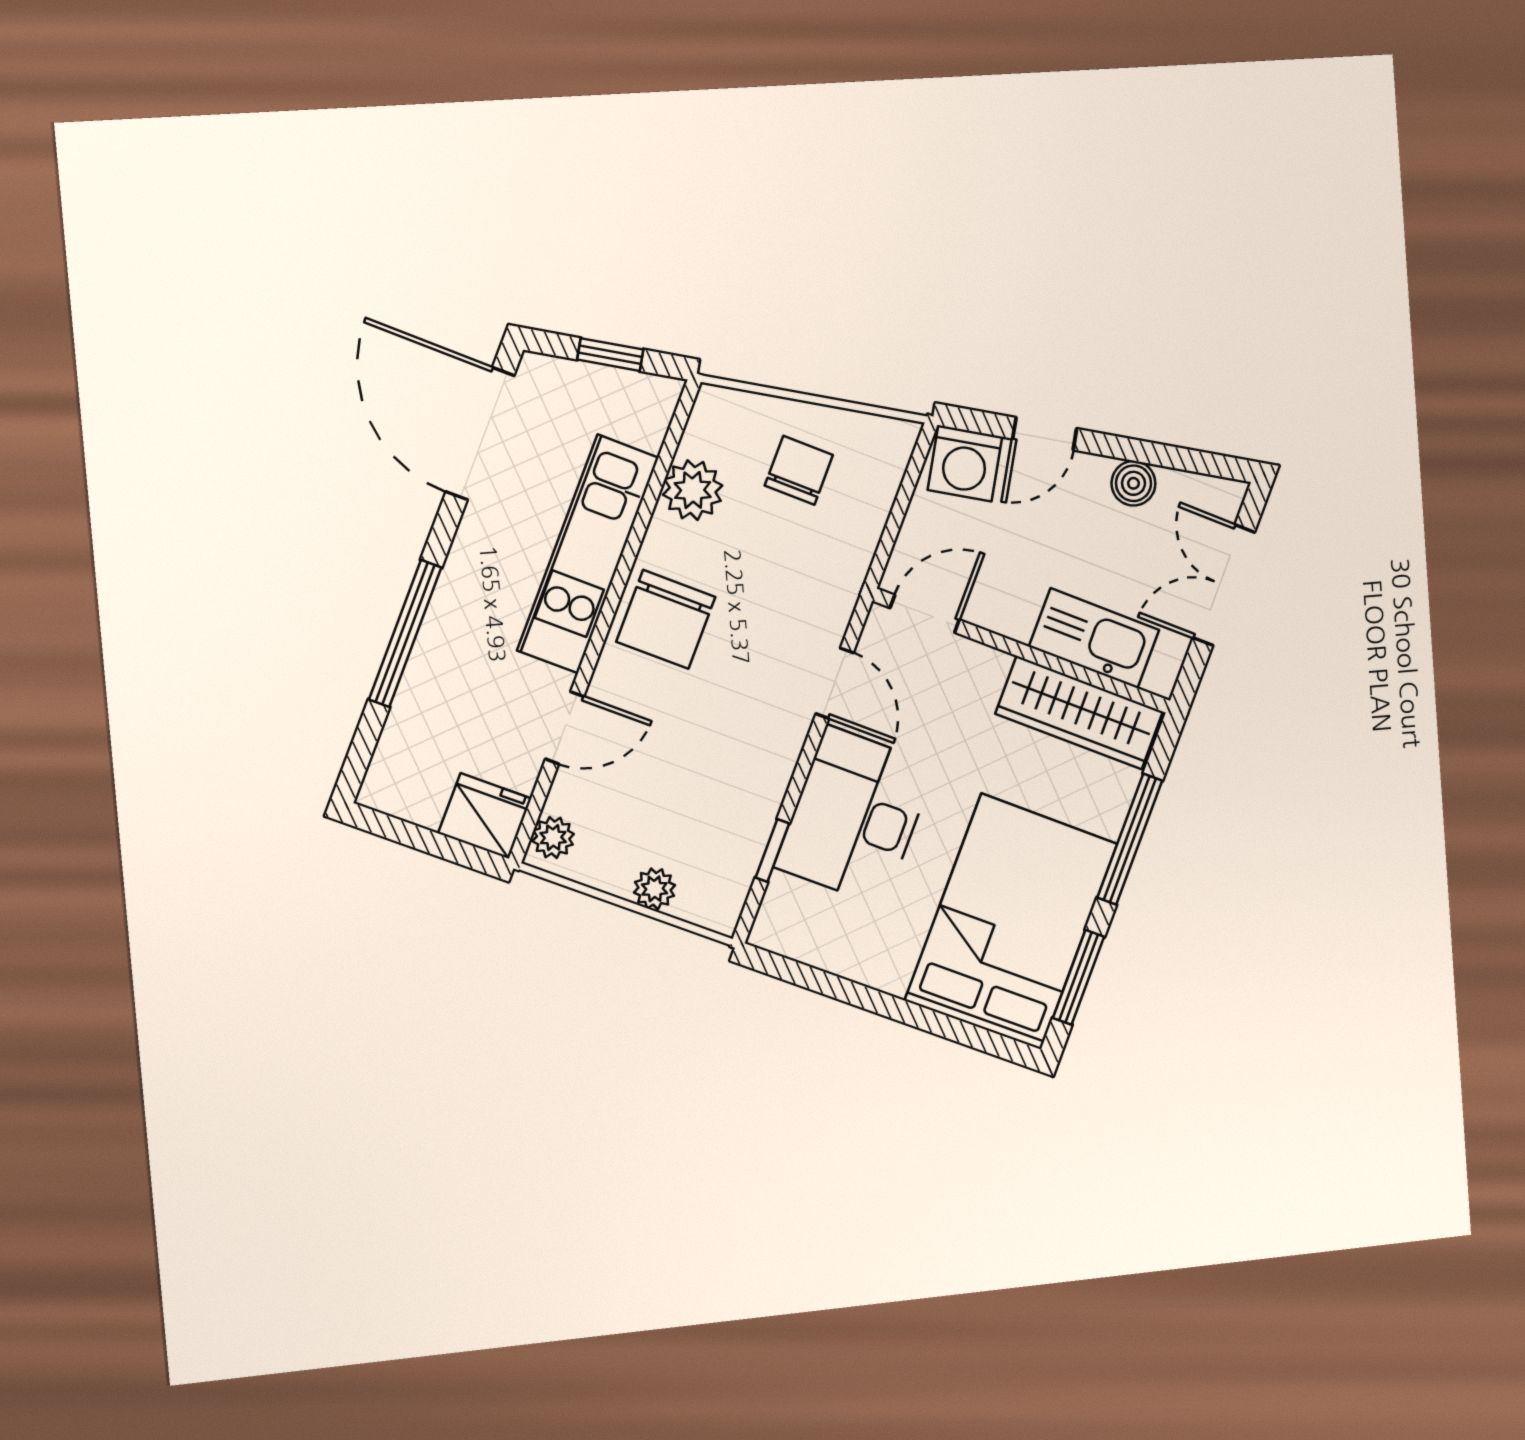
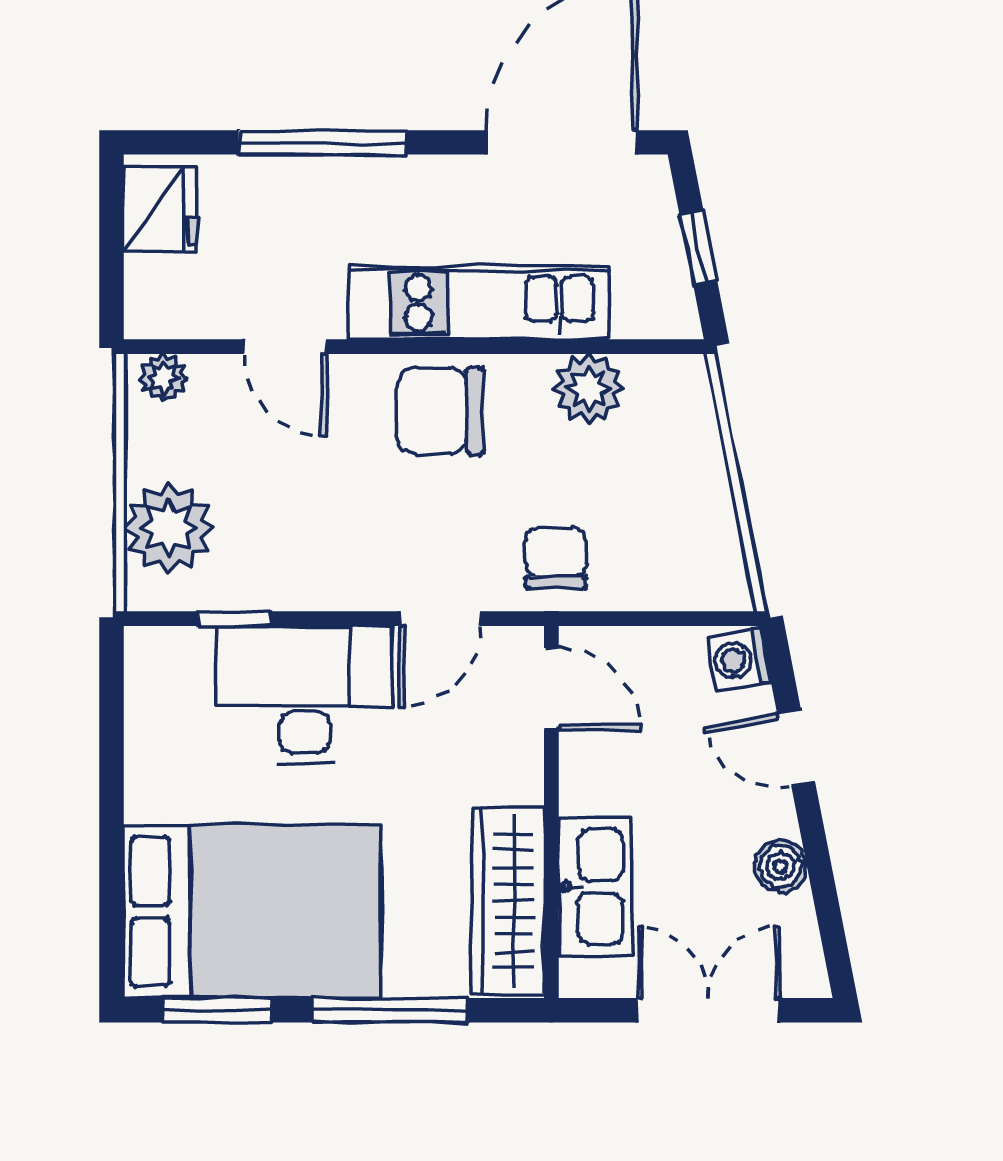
washing machine: (965, 463) -> (738, 659), width x0.73, depth x0.73
chair: (799, 470) -> (556, 558), moved, turned -90
fridge: (485, 816) -> (160, 209), moved
plant: (655, 889) -> (168, 528), width x1.88, depth x1.88

